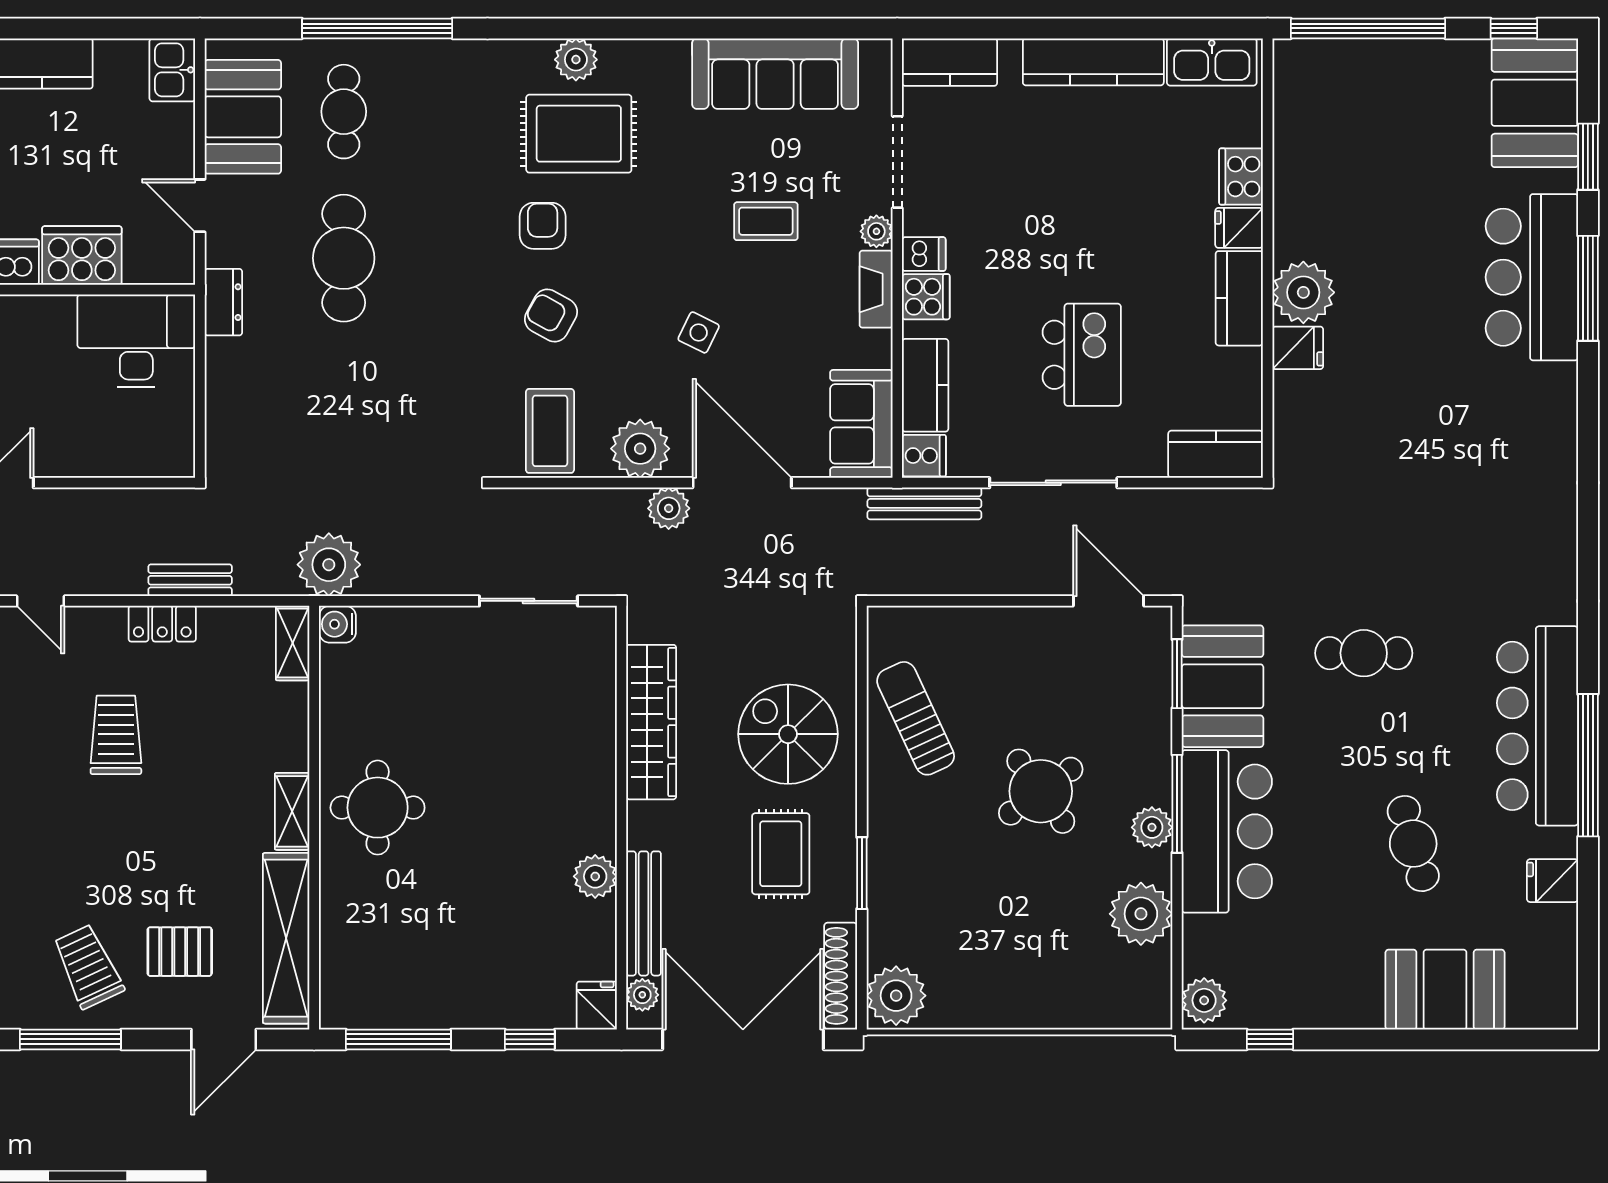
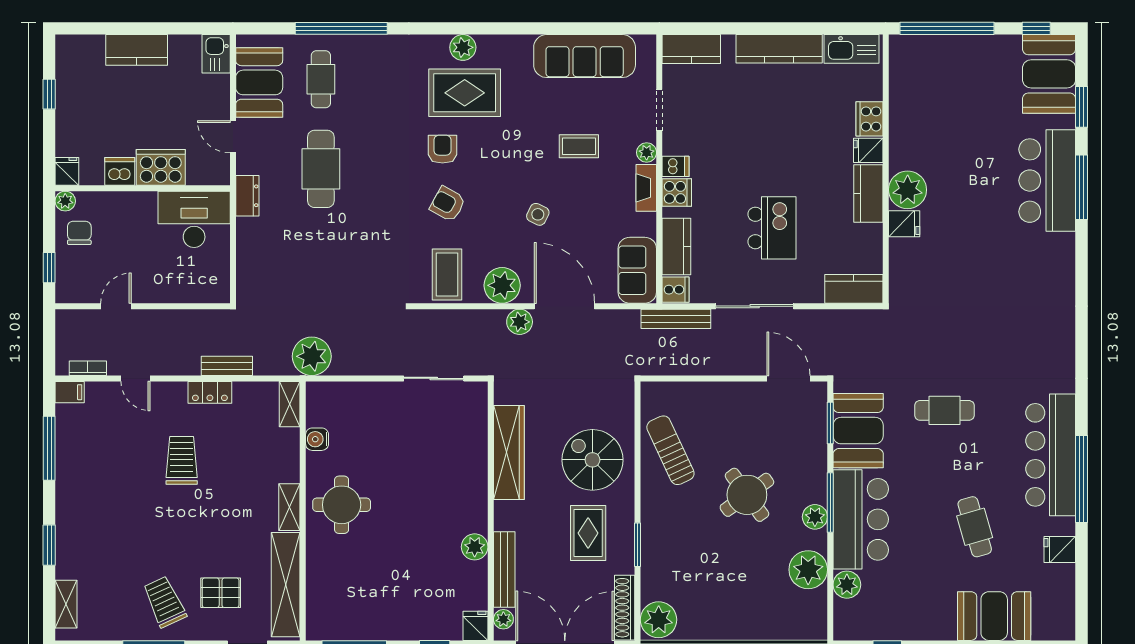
doorway: (897, 162) -> (659, 110), width x0.73
water cooler: (337, 624) -> (317, 439), moved
plant: (1204, 1000) -> (847, 585), moved

